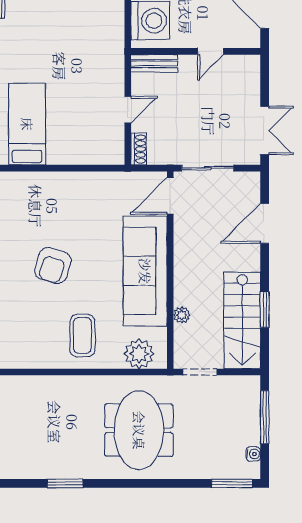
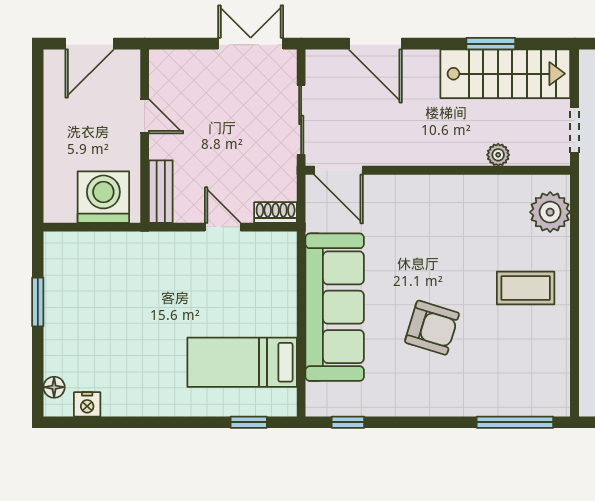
sofa: (145, 271) -> (335, 307), moved, turned -90

